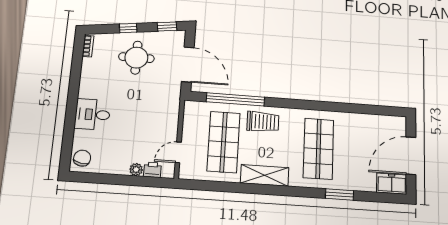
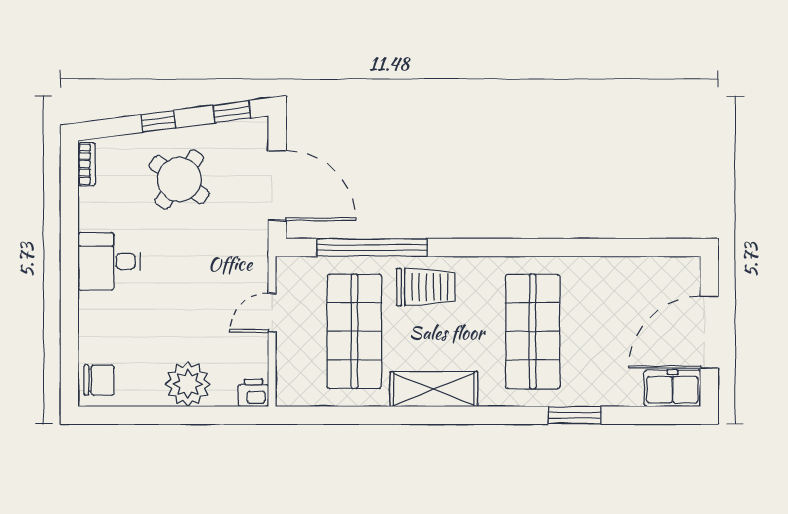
round table: (136, 58) -> (179, 180), turned 36
desk: (92, 114) -> (109, 261), moved
door: (178, 152) -> (272, 313), moved
chair: (82, 158) -> (99, 380), turned 79
plant: (136, 170) -> (188, 384), width x1.88, depth x1.88
printer: (152, 170) -> (253, 393), moved

